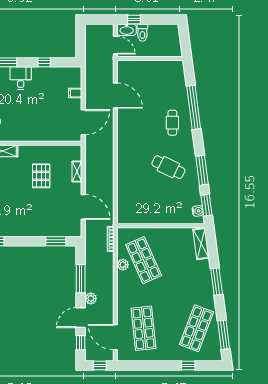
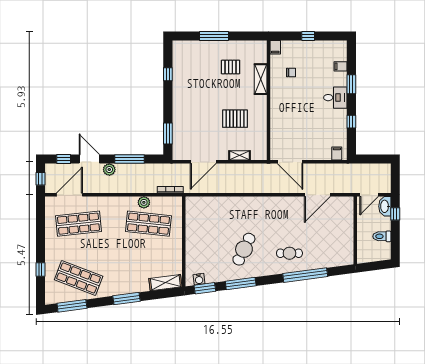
toilet: (142, 33) -> (382, 236), moved
filing cabinet: (75, 93) -> (337, 154), moved
shop shelf: (144, 260) -> (148, 224), turned 30

